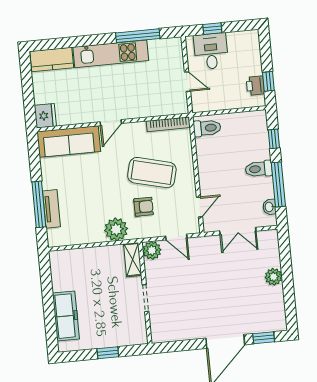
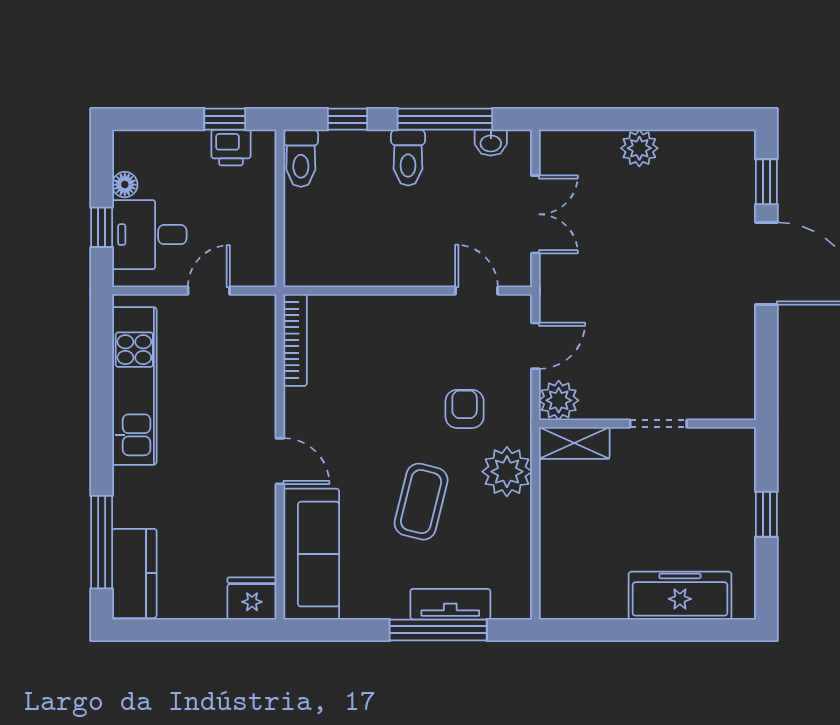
window: (138, 36) -> (102, 542), moved
floor lamp: (233, 37) -> (125, 185), added
kitchen unit: (111, 54) -> (134, 386), moved
toilet: (207, 128) -> (301, 158), moved, turned 180
coffee table: (152, 173) -> (421, 502), moved, width x0.73, depth x0.76

